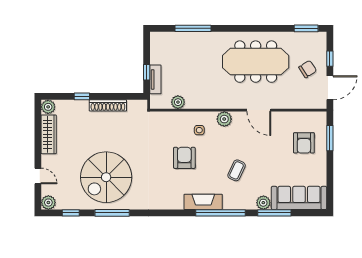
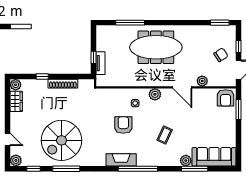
meeting table: (256, 62) -> (156, 47), moved
plant: (178, 102) -> (202, 81), moved
wardrobe: (49, 134) -> (16, 101), width x0.67
armchair: (304, 143) -> (226, 98), moved
fireplace: (203, 202) -> (121, 160), moved
window: (220, 213) -> (138, 169), moved

